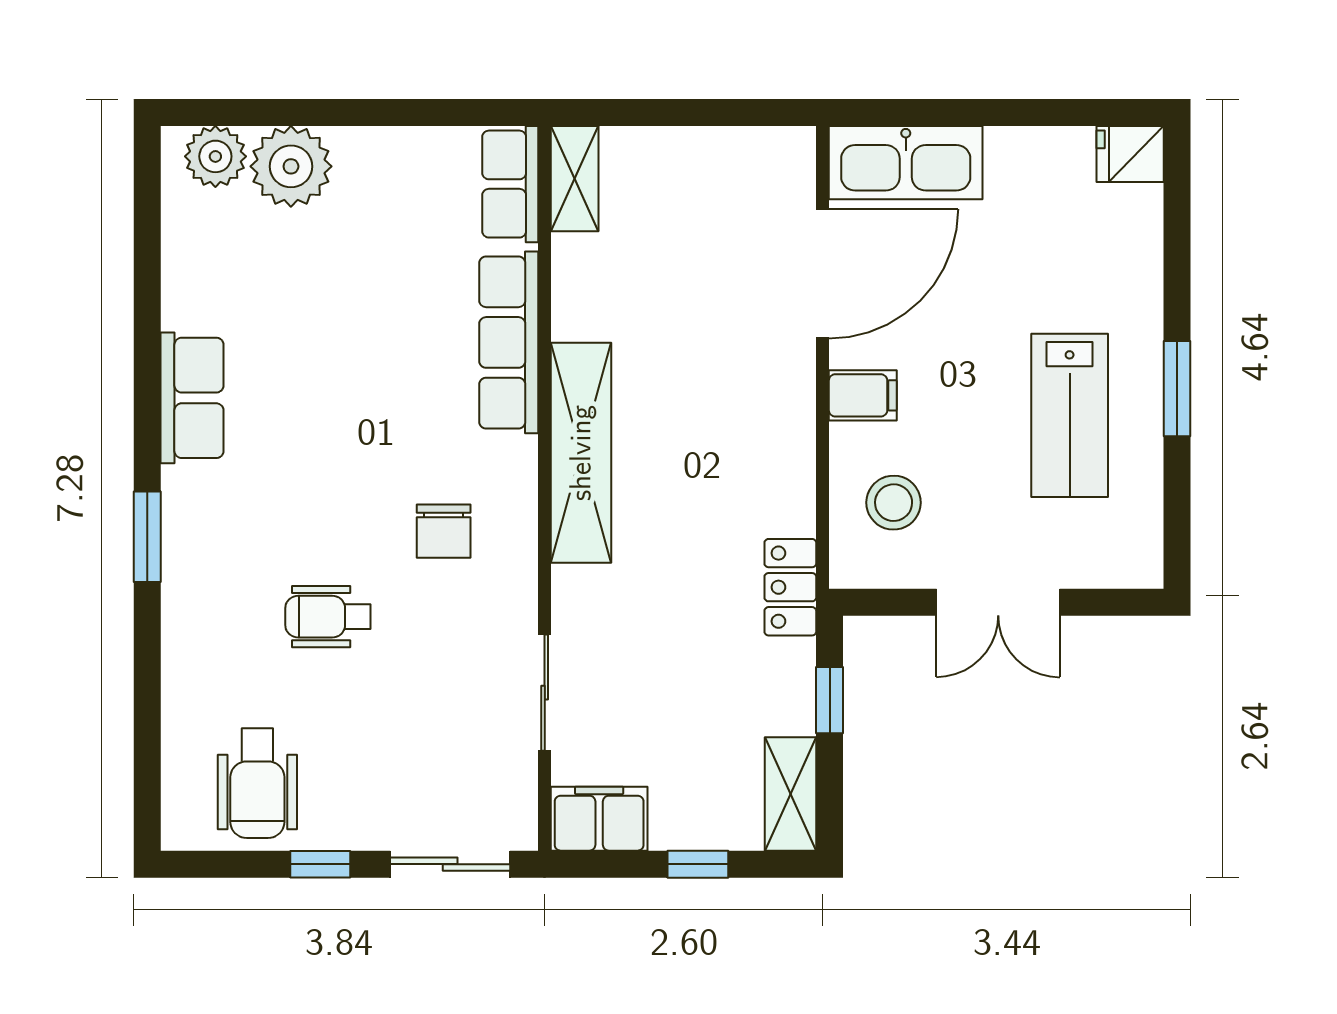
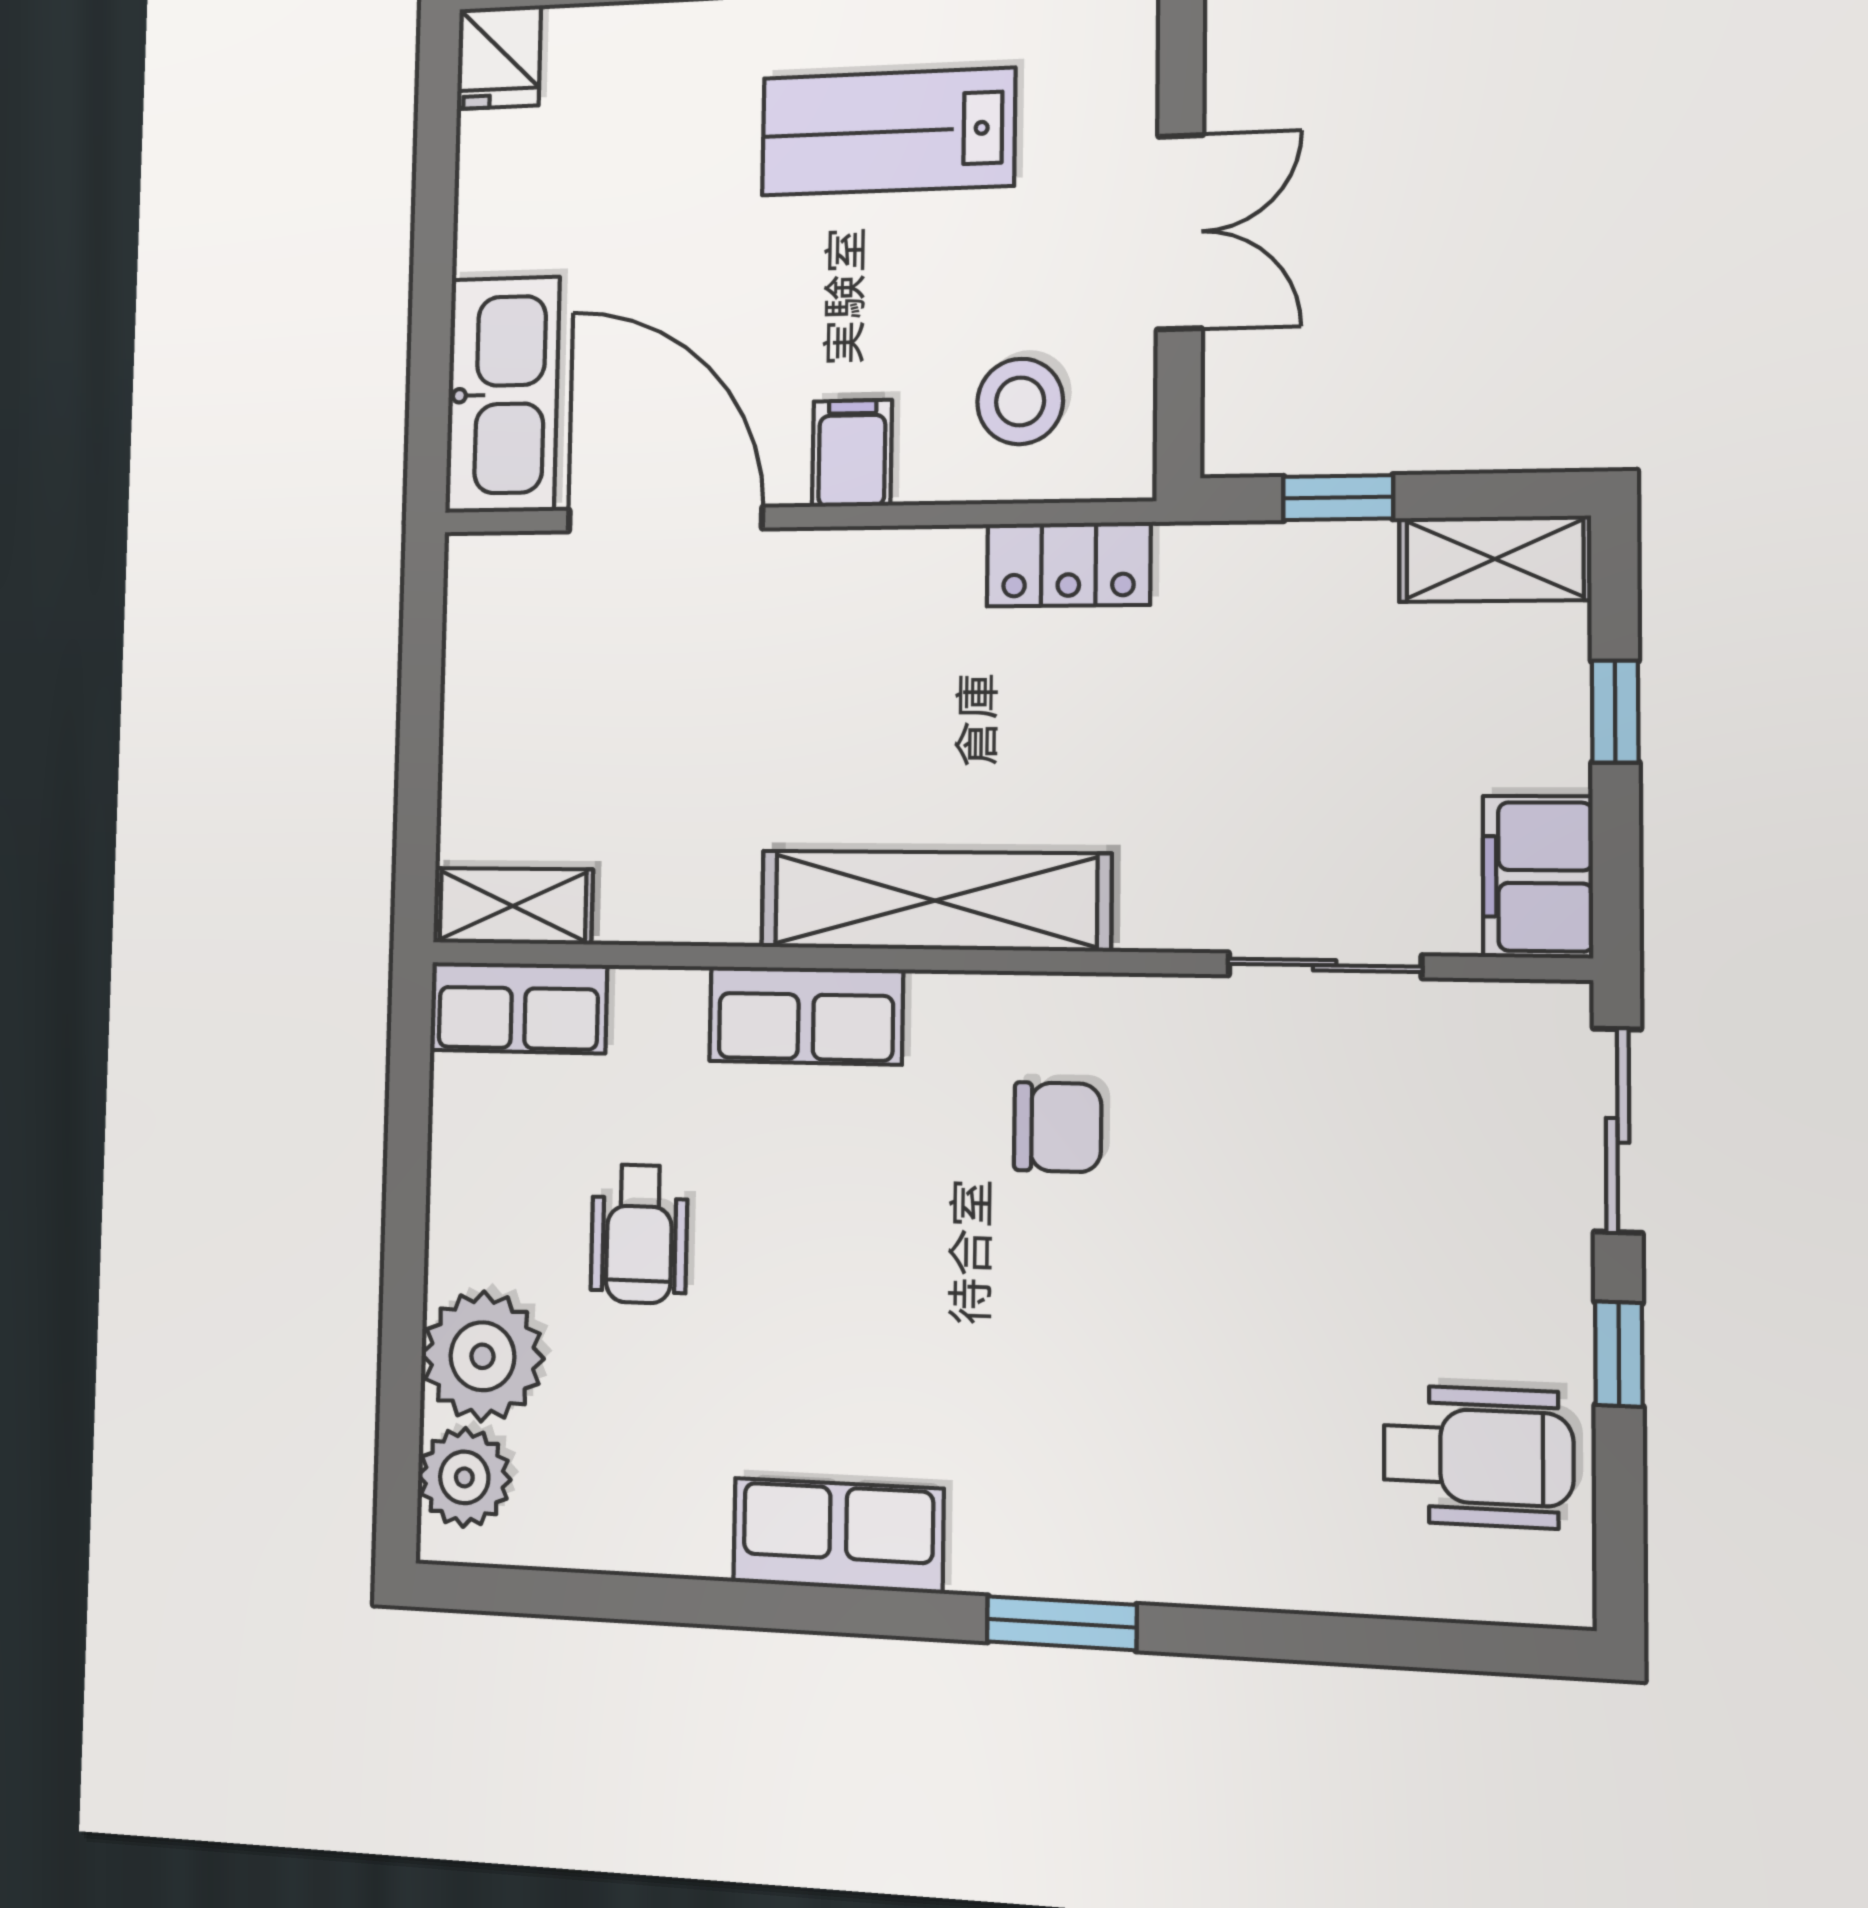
row of seats: (509, 342) -> (806, 1015), width x0.68
lab bench: (1070, 415) -> (888, 132), turned 180
locker: (790, 587) -> (1069, 564), moved
wheelchair: (328, 617) -> (639, 1234), moved

